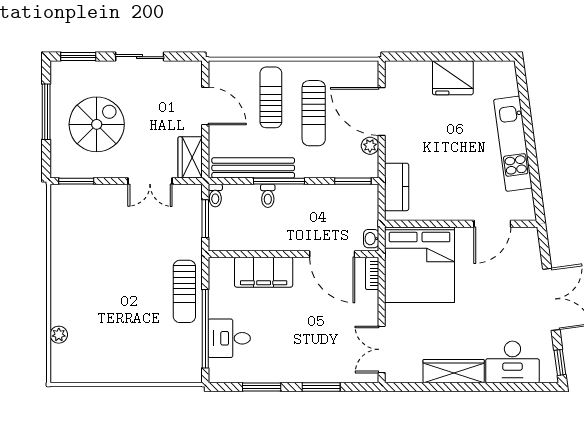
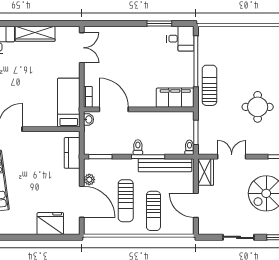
fridge: (453, 78) -> (50, 224), moved
sun lounger: (314, 113) -> (126, 201), turned 180
toilet: (268, 196) -> (138, 147), moved
round table: (110, 258) -> (258, 107), added
bed: (420, 265) -> (69, 103), width x0.49
filing cabinet: (264, 272) -> (175, 98), moved
desk: (229, 338) -> (180, 39), moved
window: (321, 387) -> (121, 23), removed

